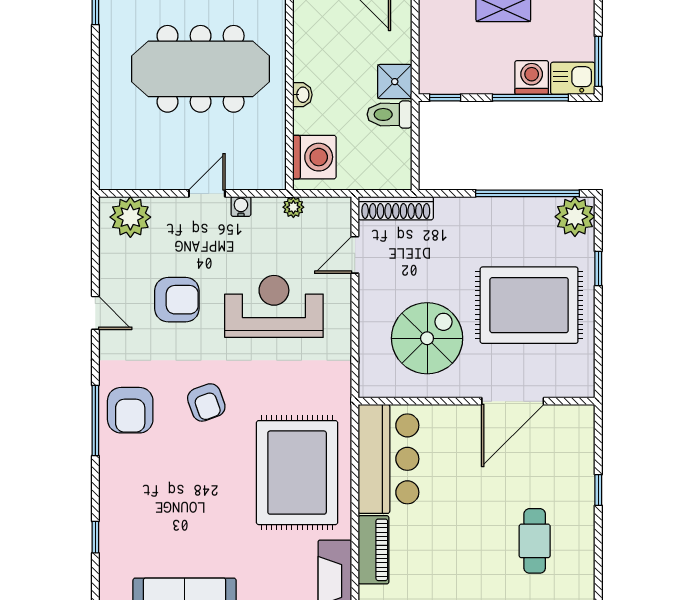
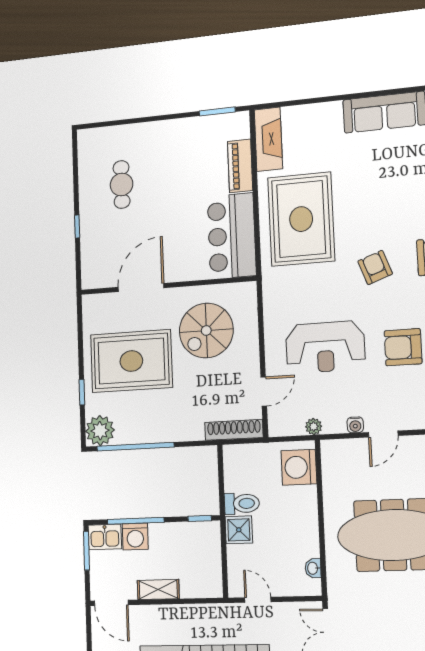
washbasin: (302, 95) -> (313, 568), moved

